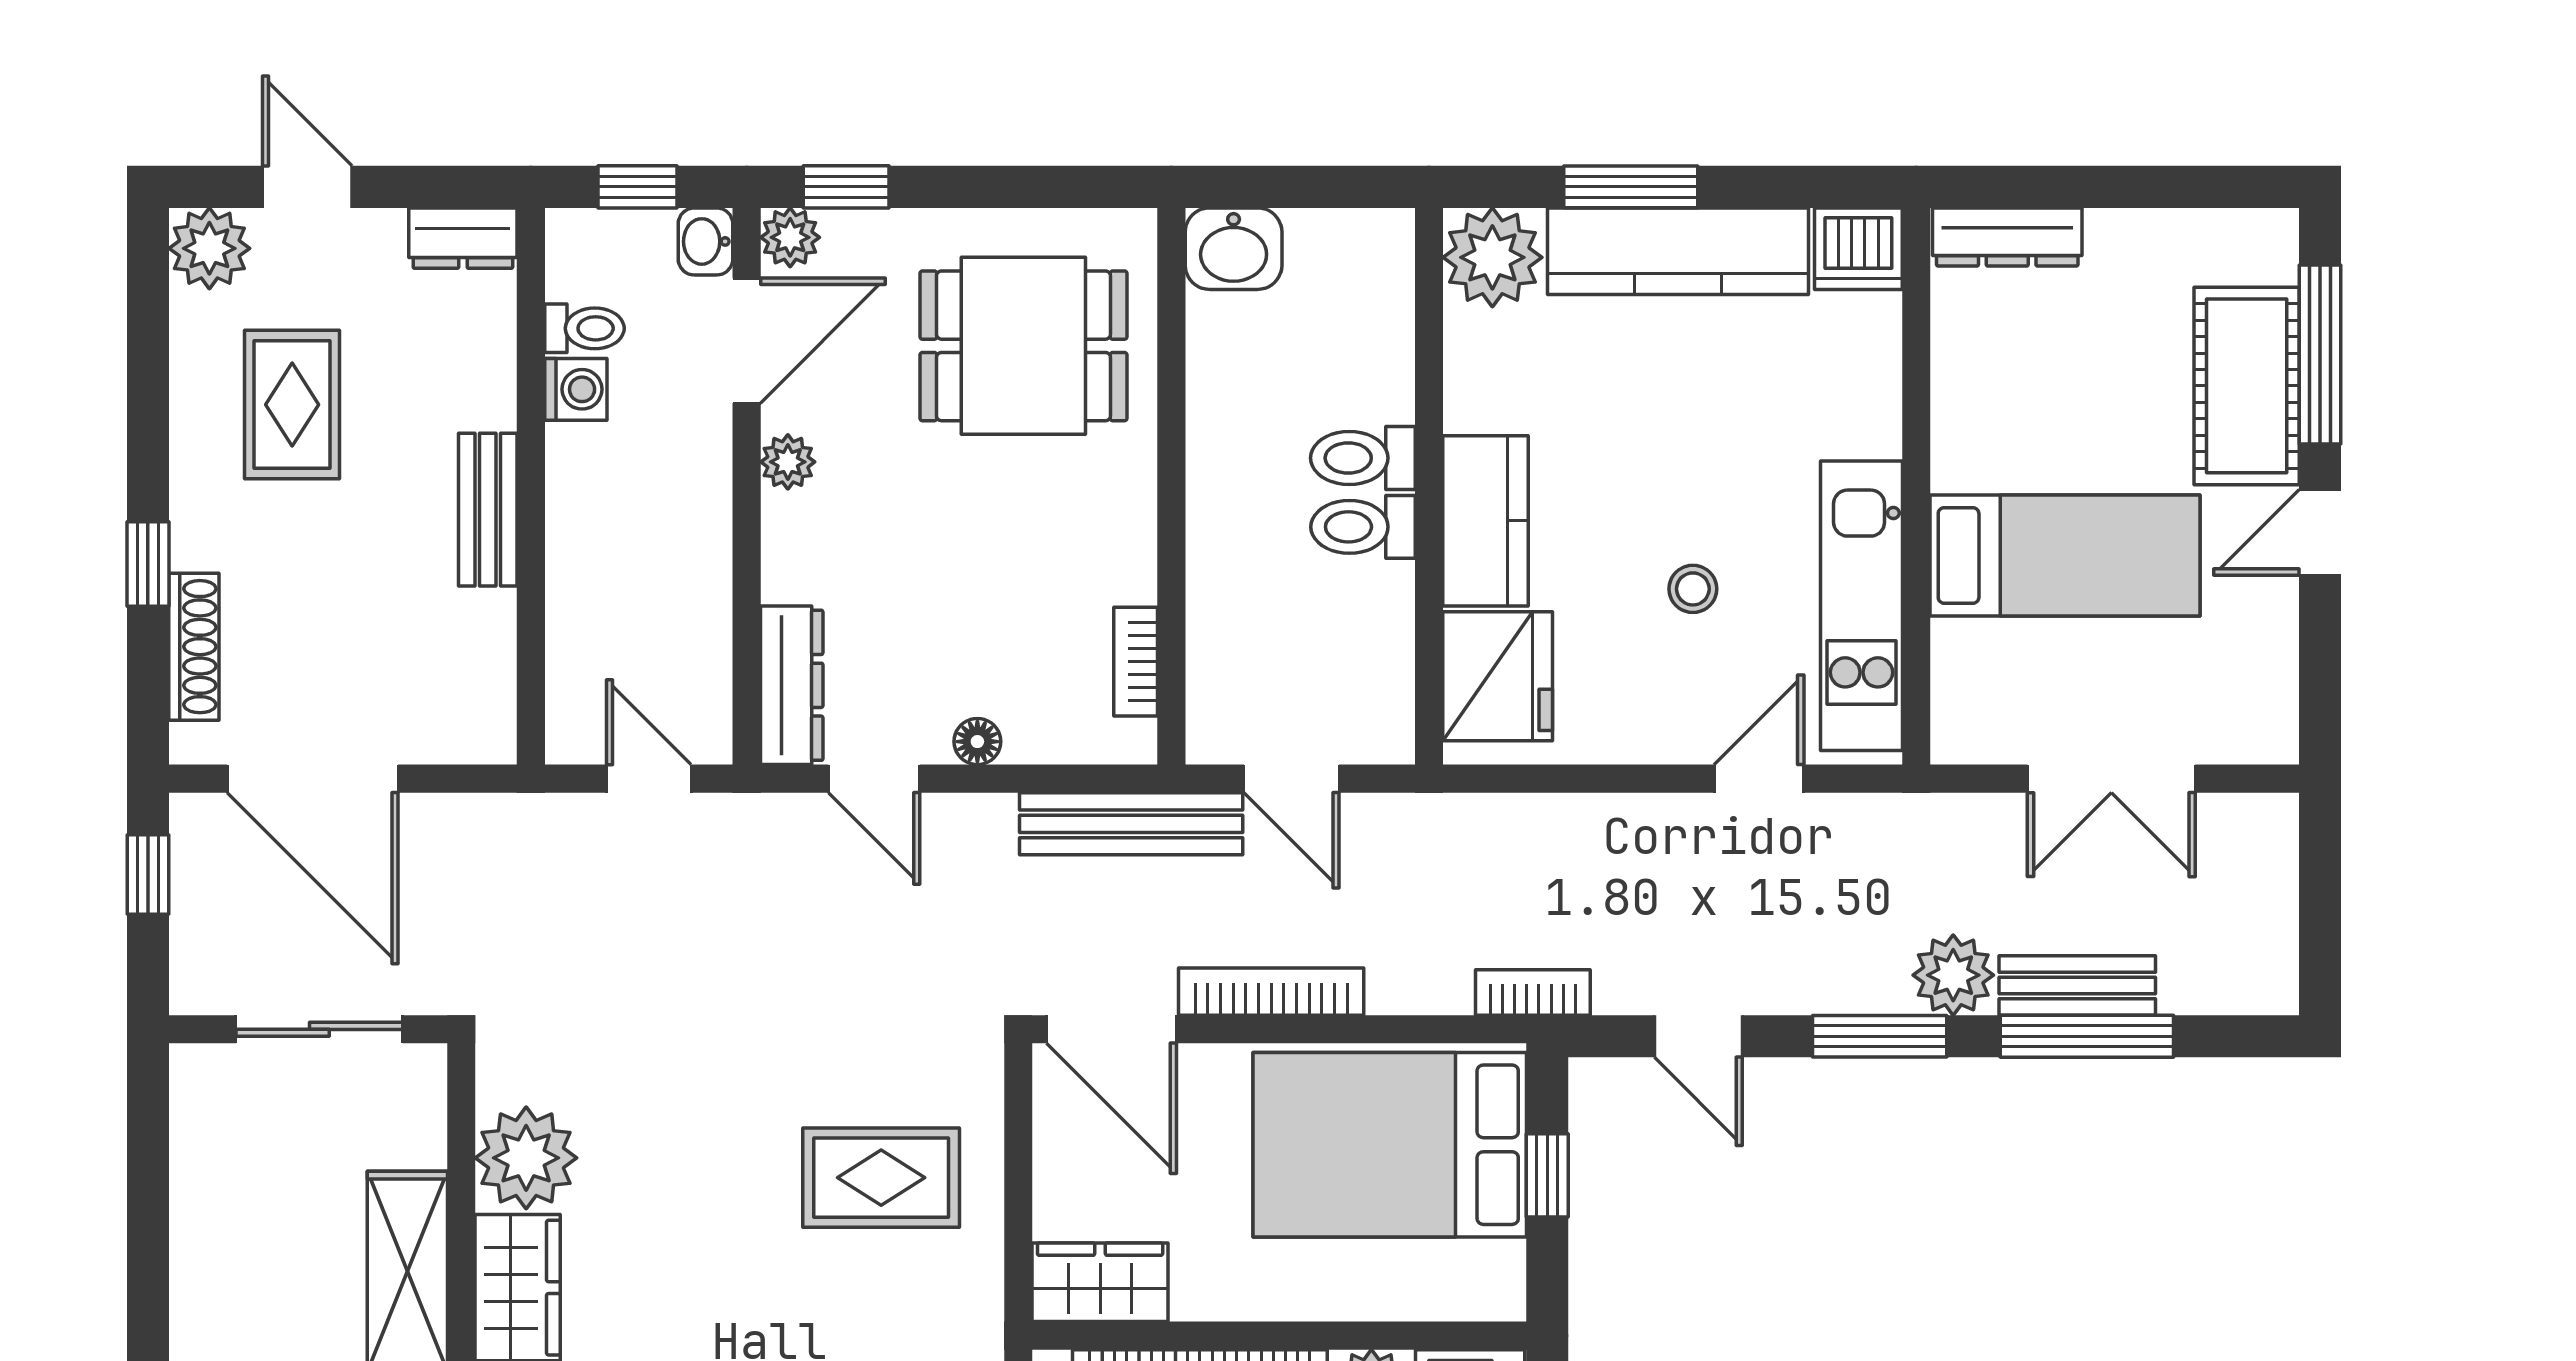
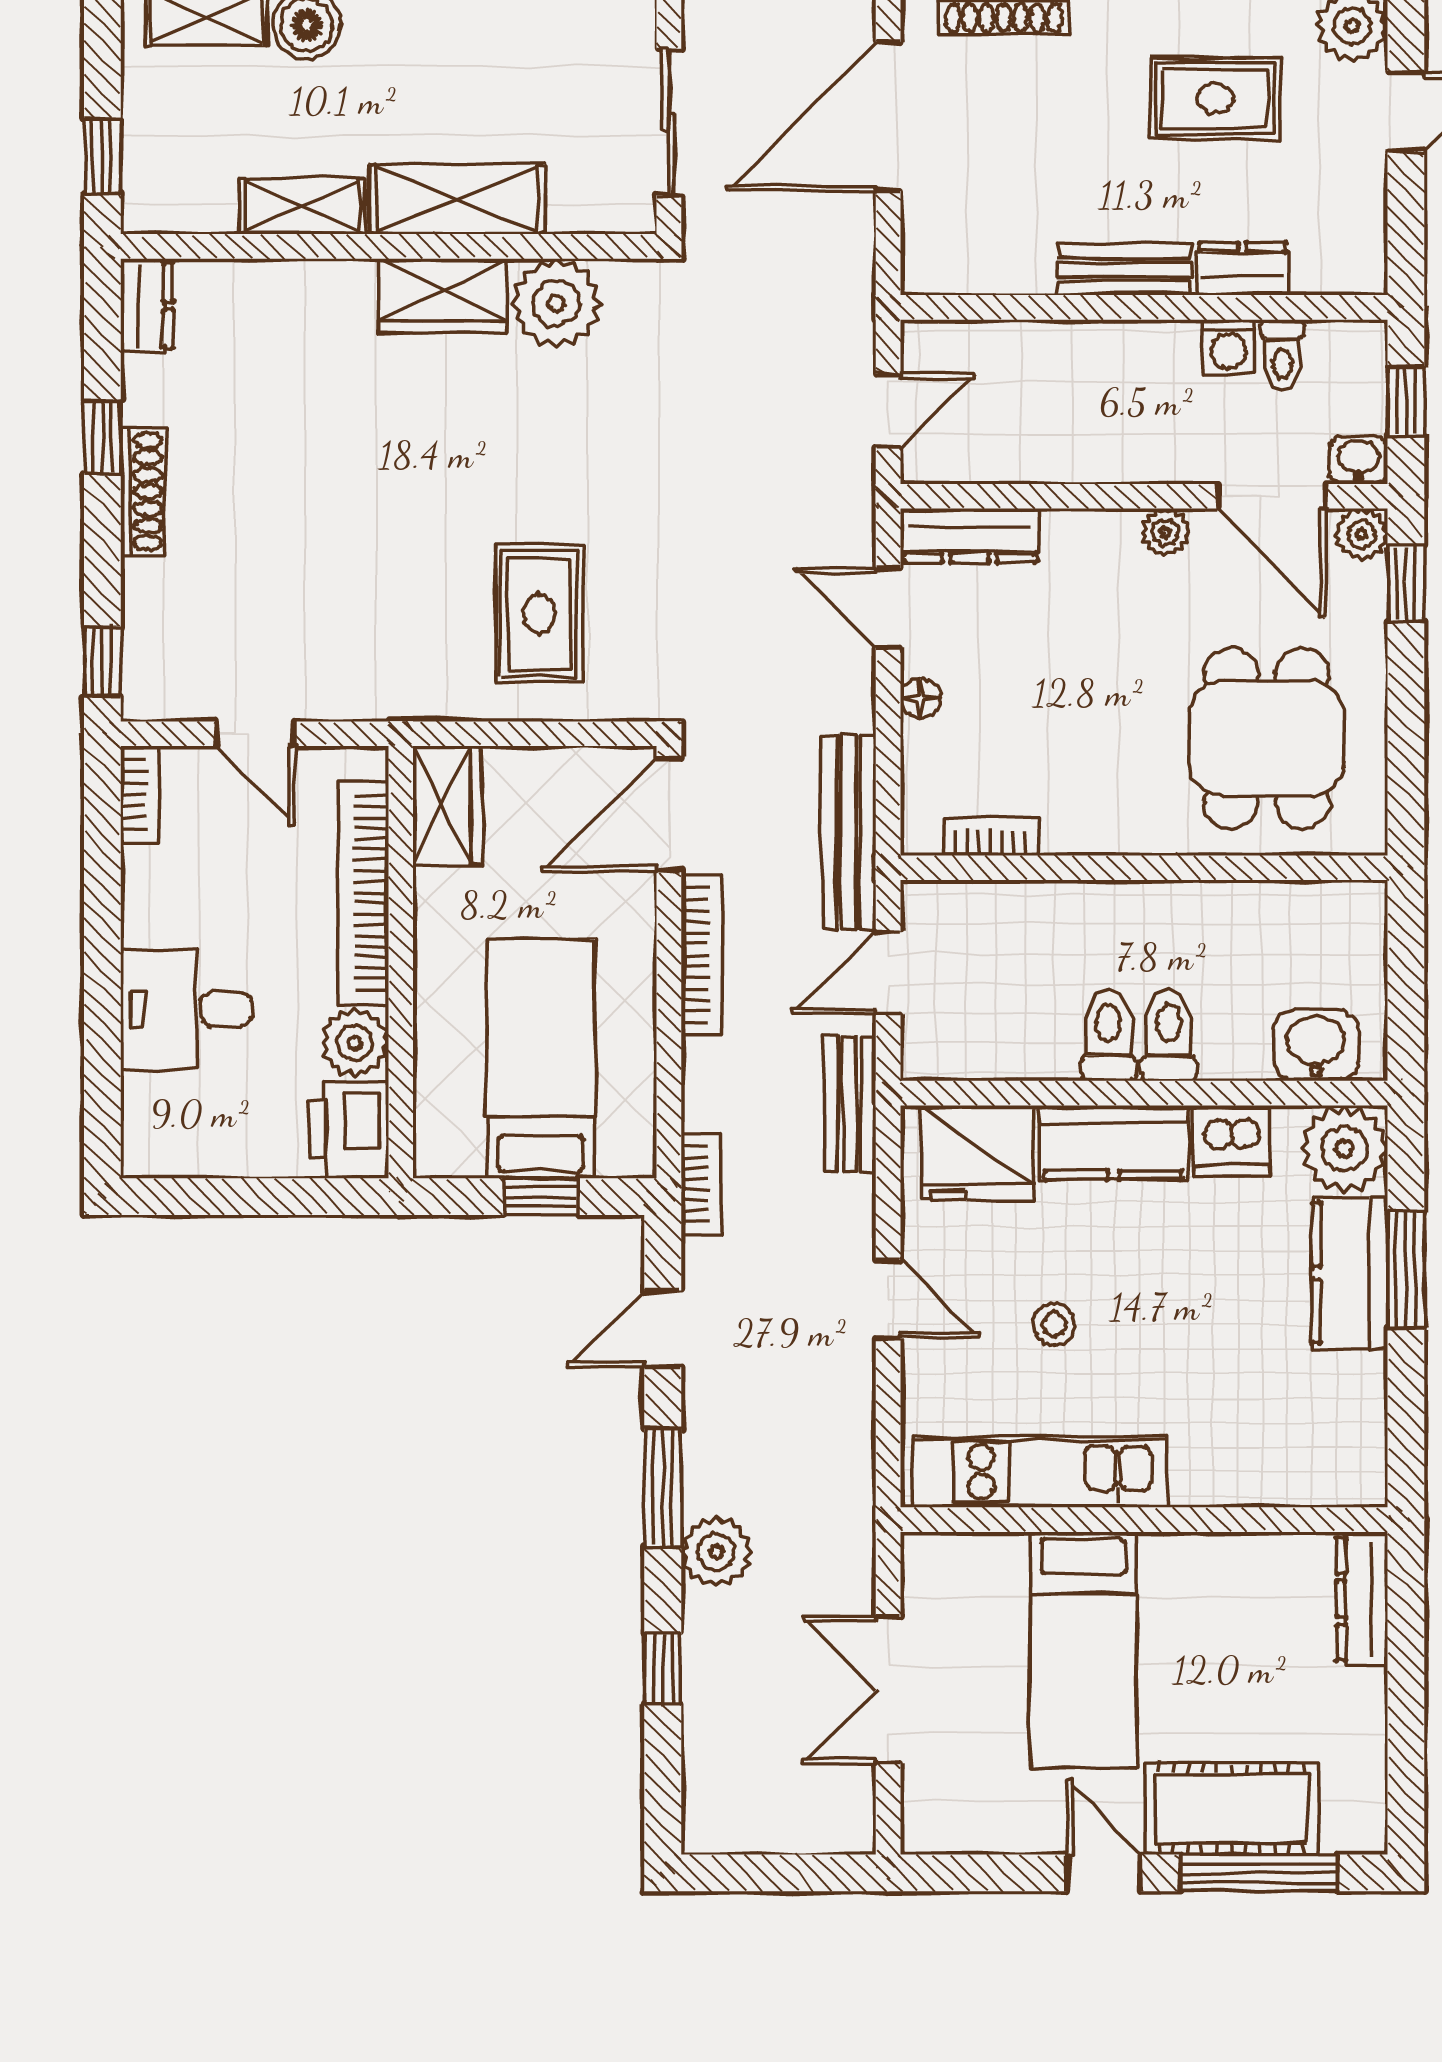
dresser: (463, 238) -> (1242, 269), moved, turned 90
washbasin: (1234, 249) -> (1316, 1045), moved, turned 90
dishwasher: (1858, 249) -> (1231, 1141), moved, turned -90
kitchen counter: (1678, 251) -> (1350, 1273), width x0.67
door: (874, 779) -> (888, 608), hinge flipped
door: (1759, 779) -> (888, 1299), moved
bench: (2077, 985) -> (850, 1104), moved
window: (2087, 1036) -> (663, 1669), width x0.46
bed: (1390, 1145) -> (541, 1059), width x0.67

